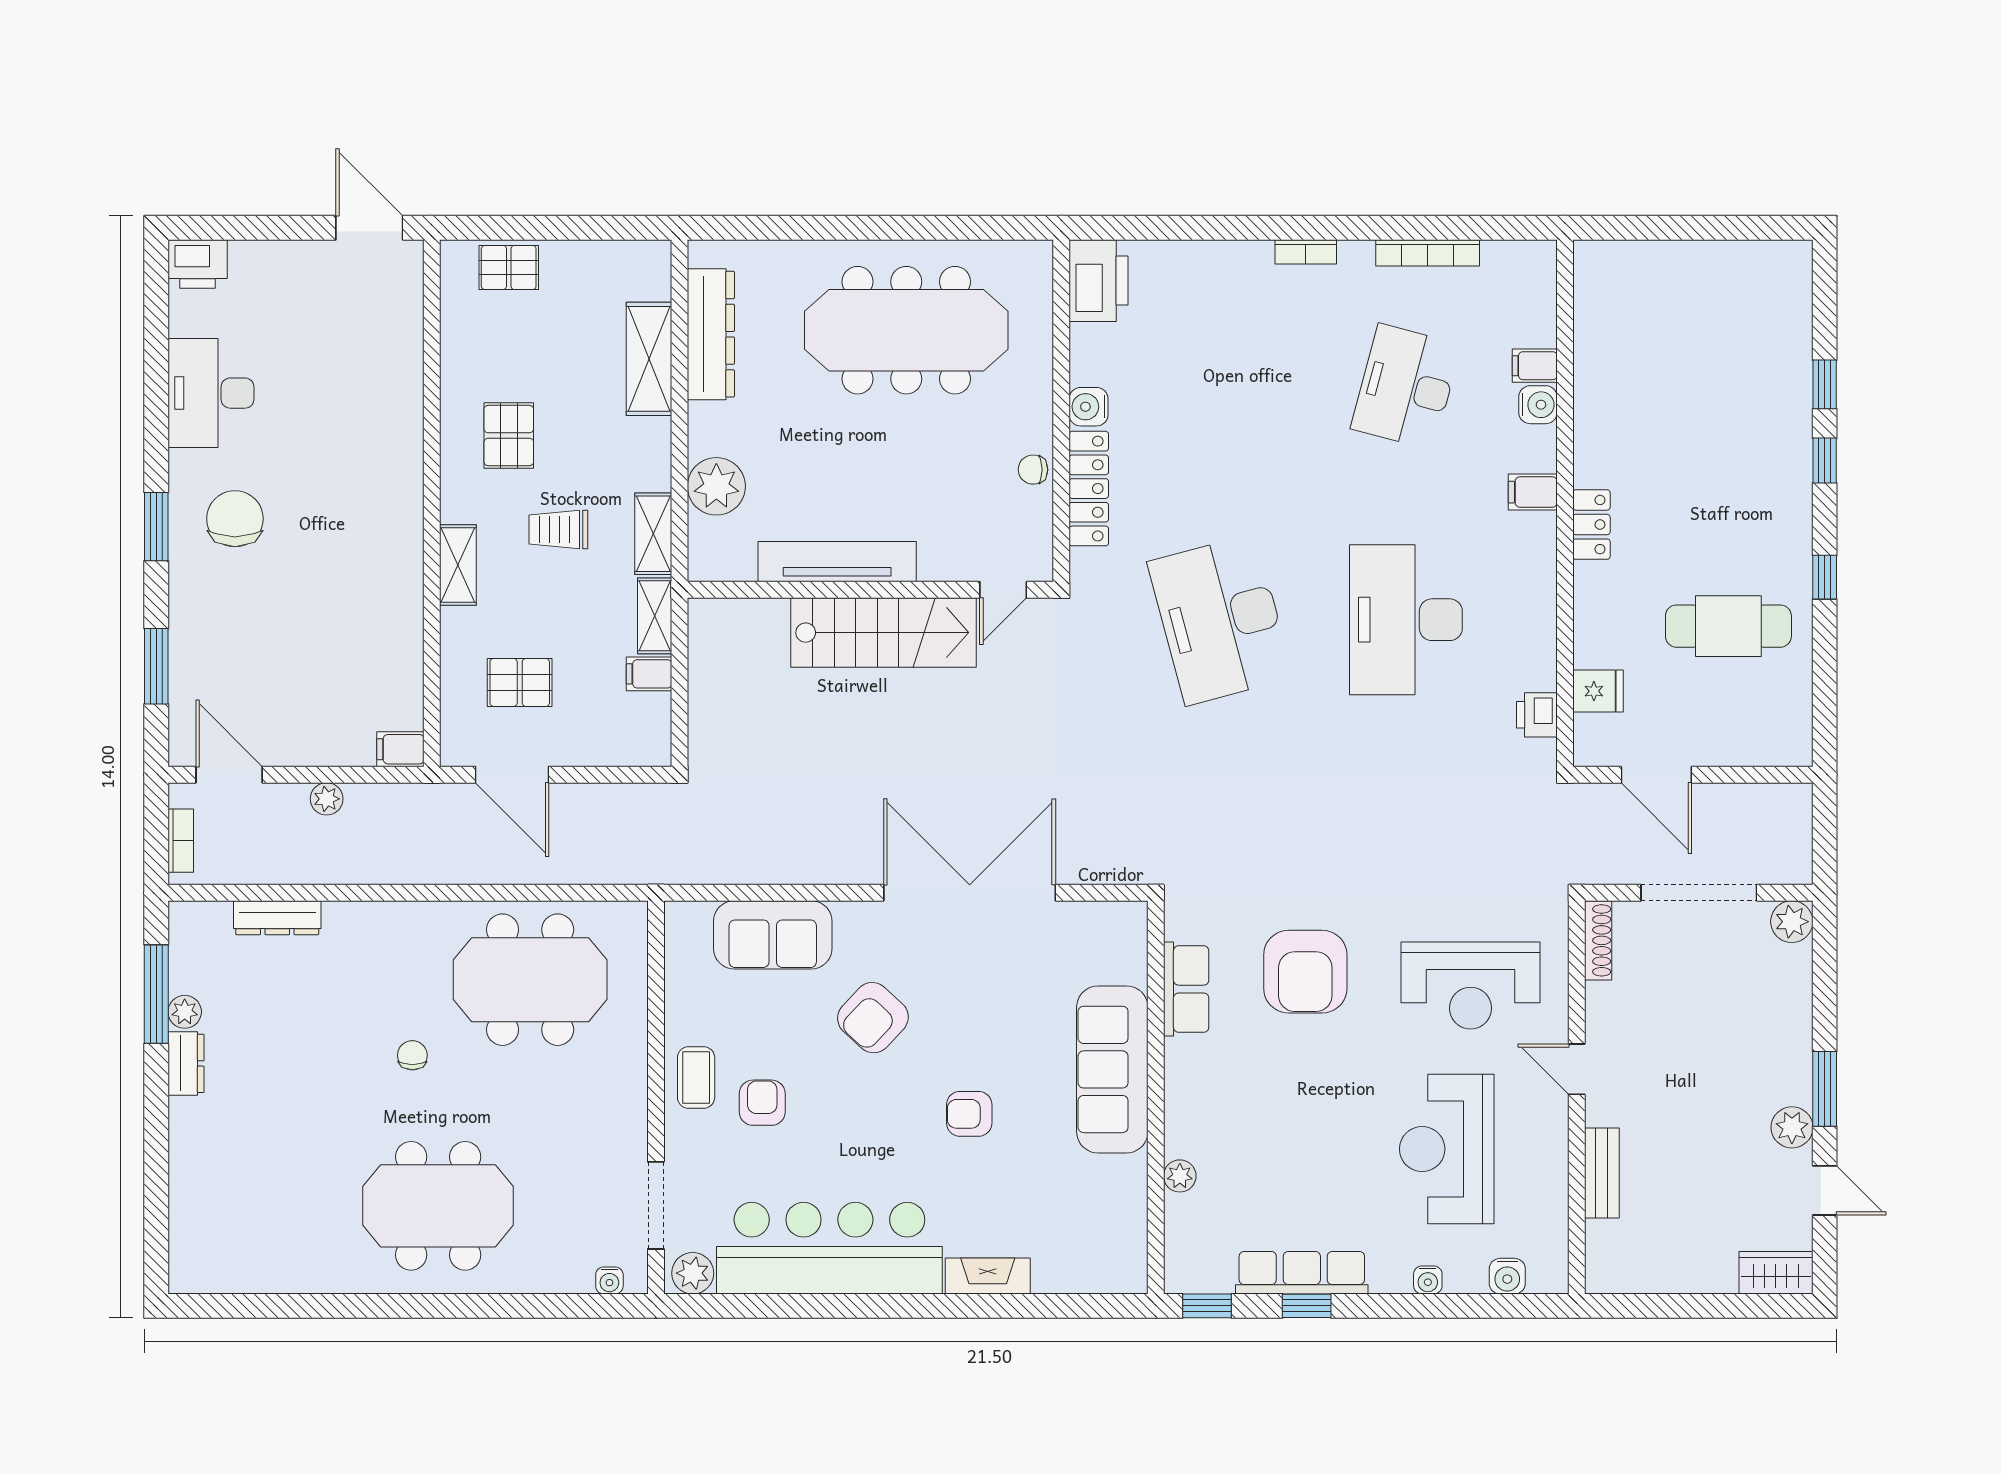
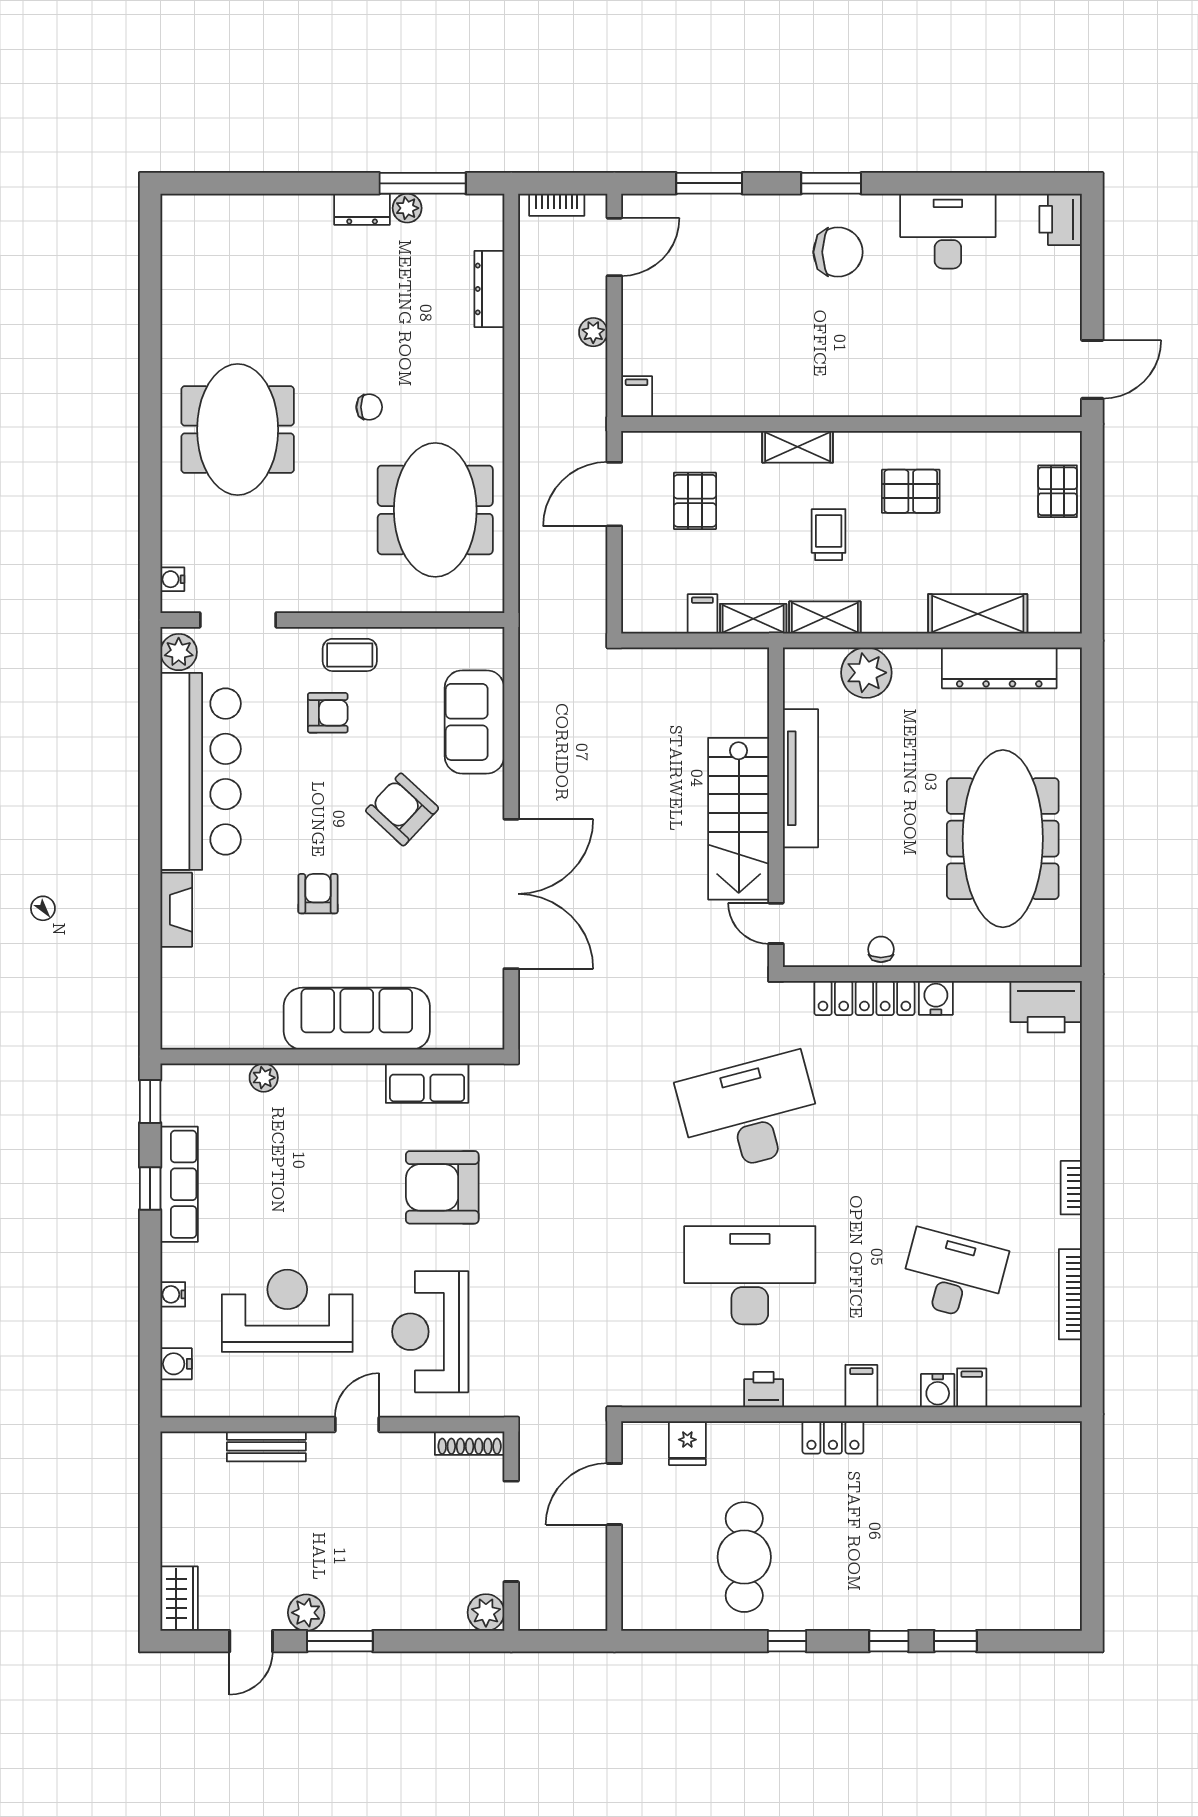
printer: (1537, 715) -> (764, 1390), moved

